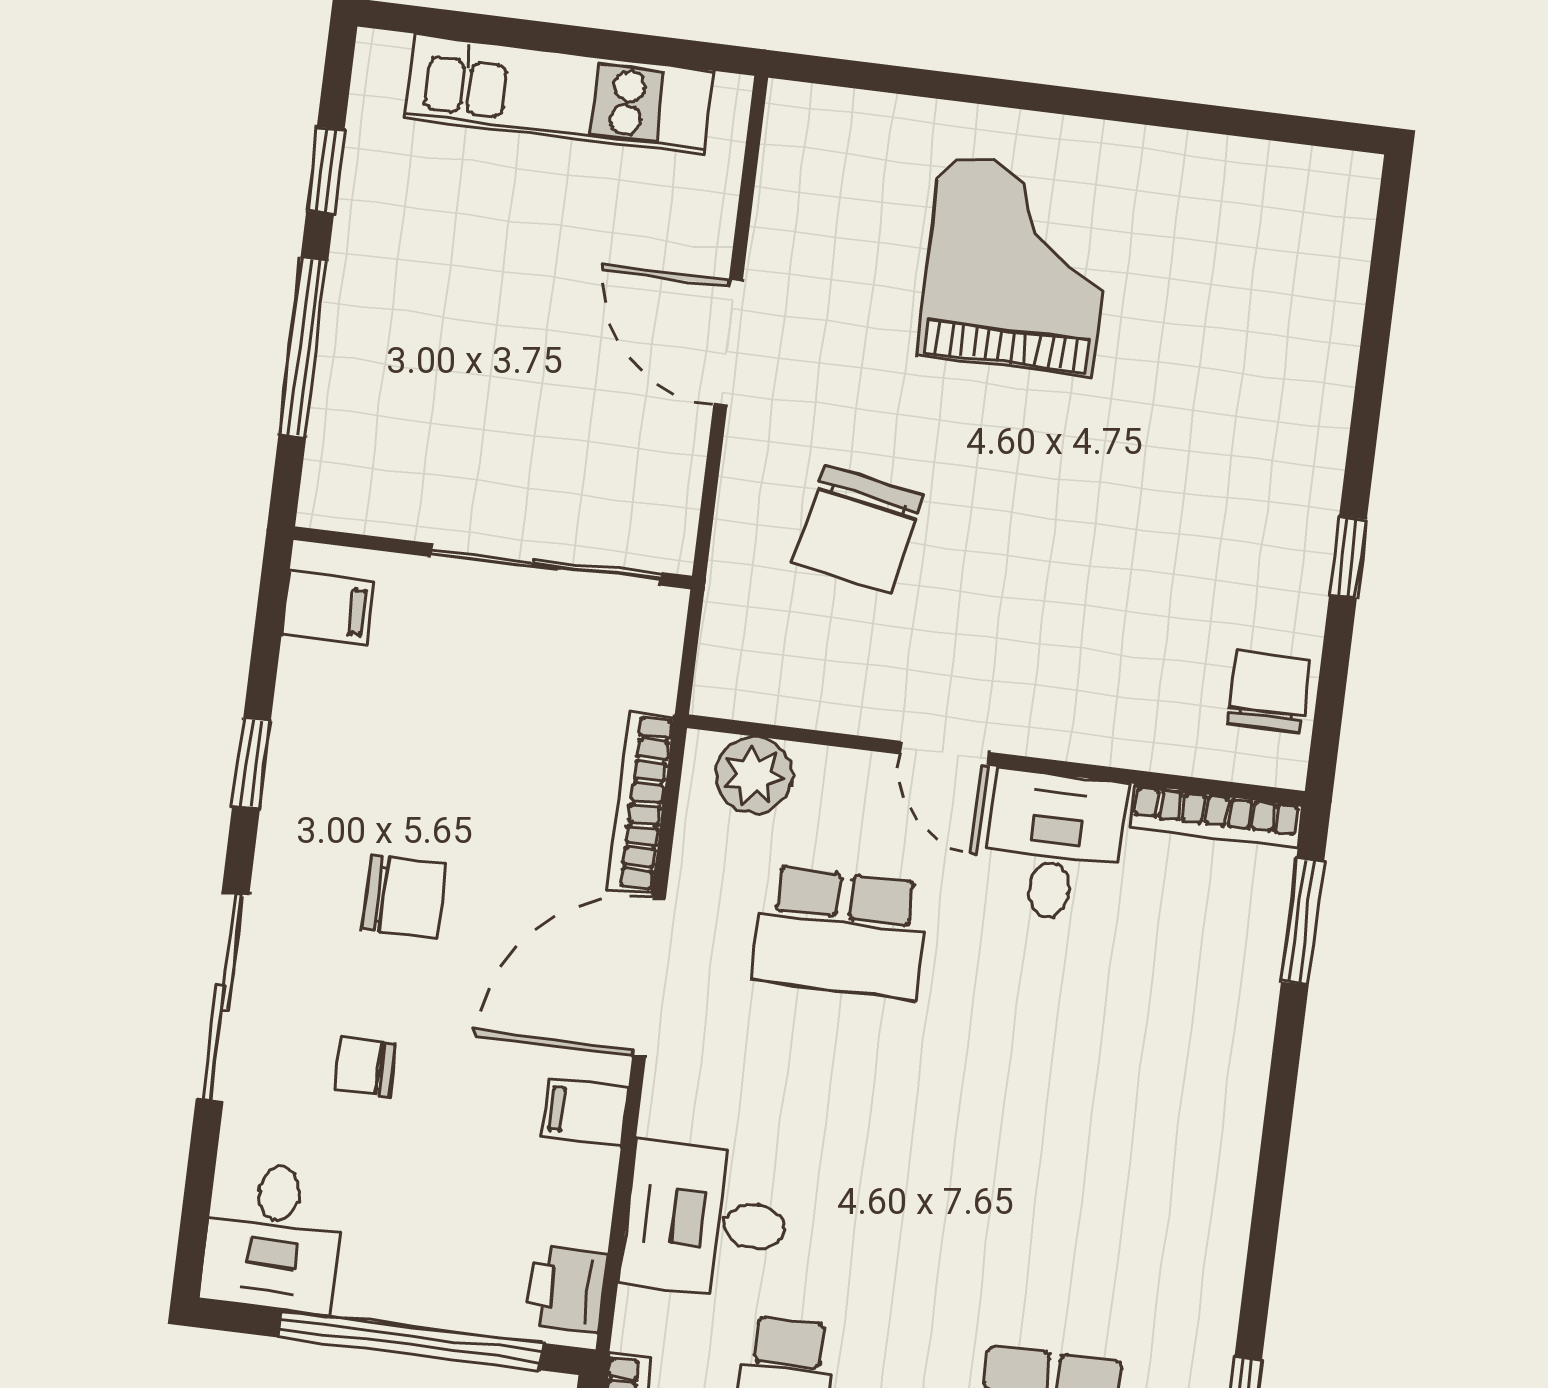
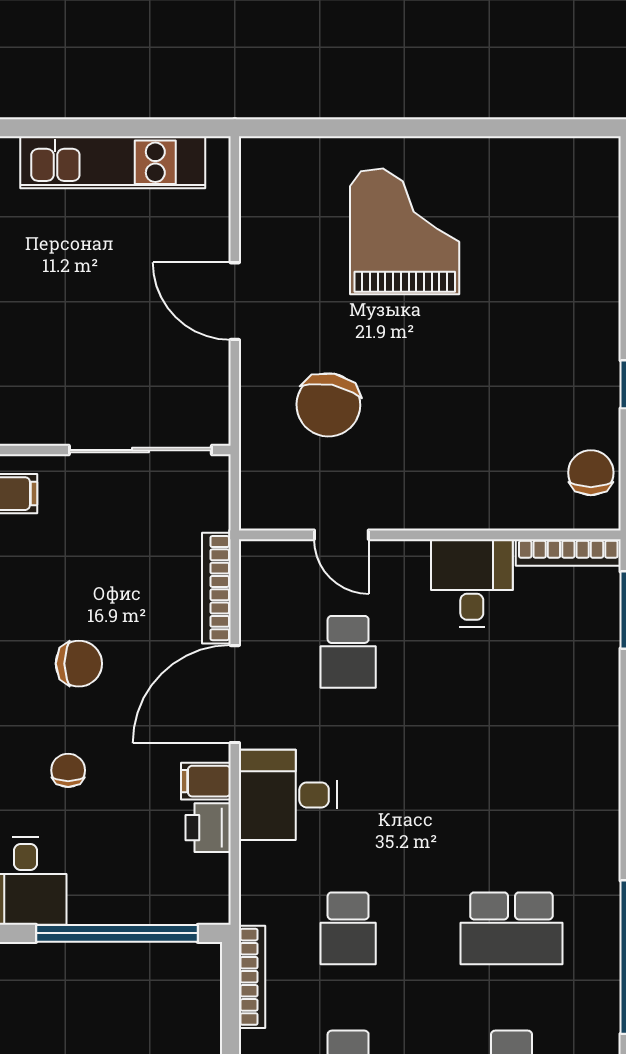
door: (944, 753) -> (341, 535), moved
plant: (754, 775) -> (283, 563), removed
school desk: (841, 932) -> (348, 652), width x0.54
chair: (365, 1067) -> (68, 770), turned 90
desk: (706, 1220) -> (288, 795), moved
printer: (567, 1289) -> (208, 828), moved

